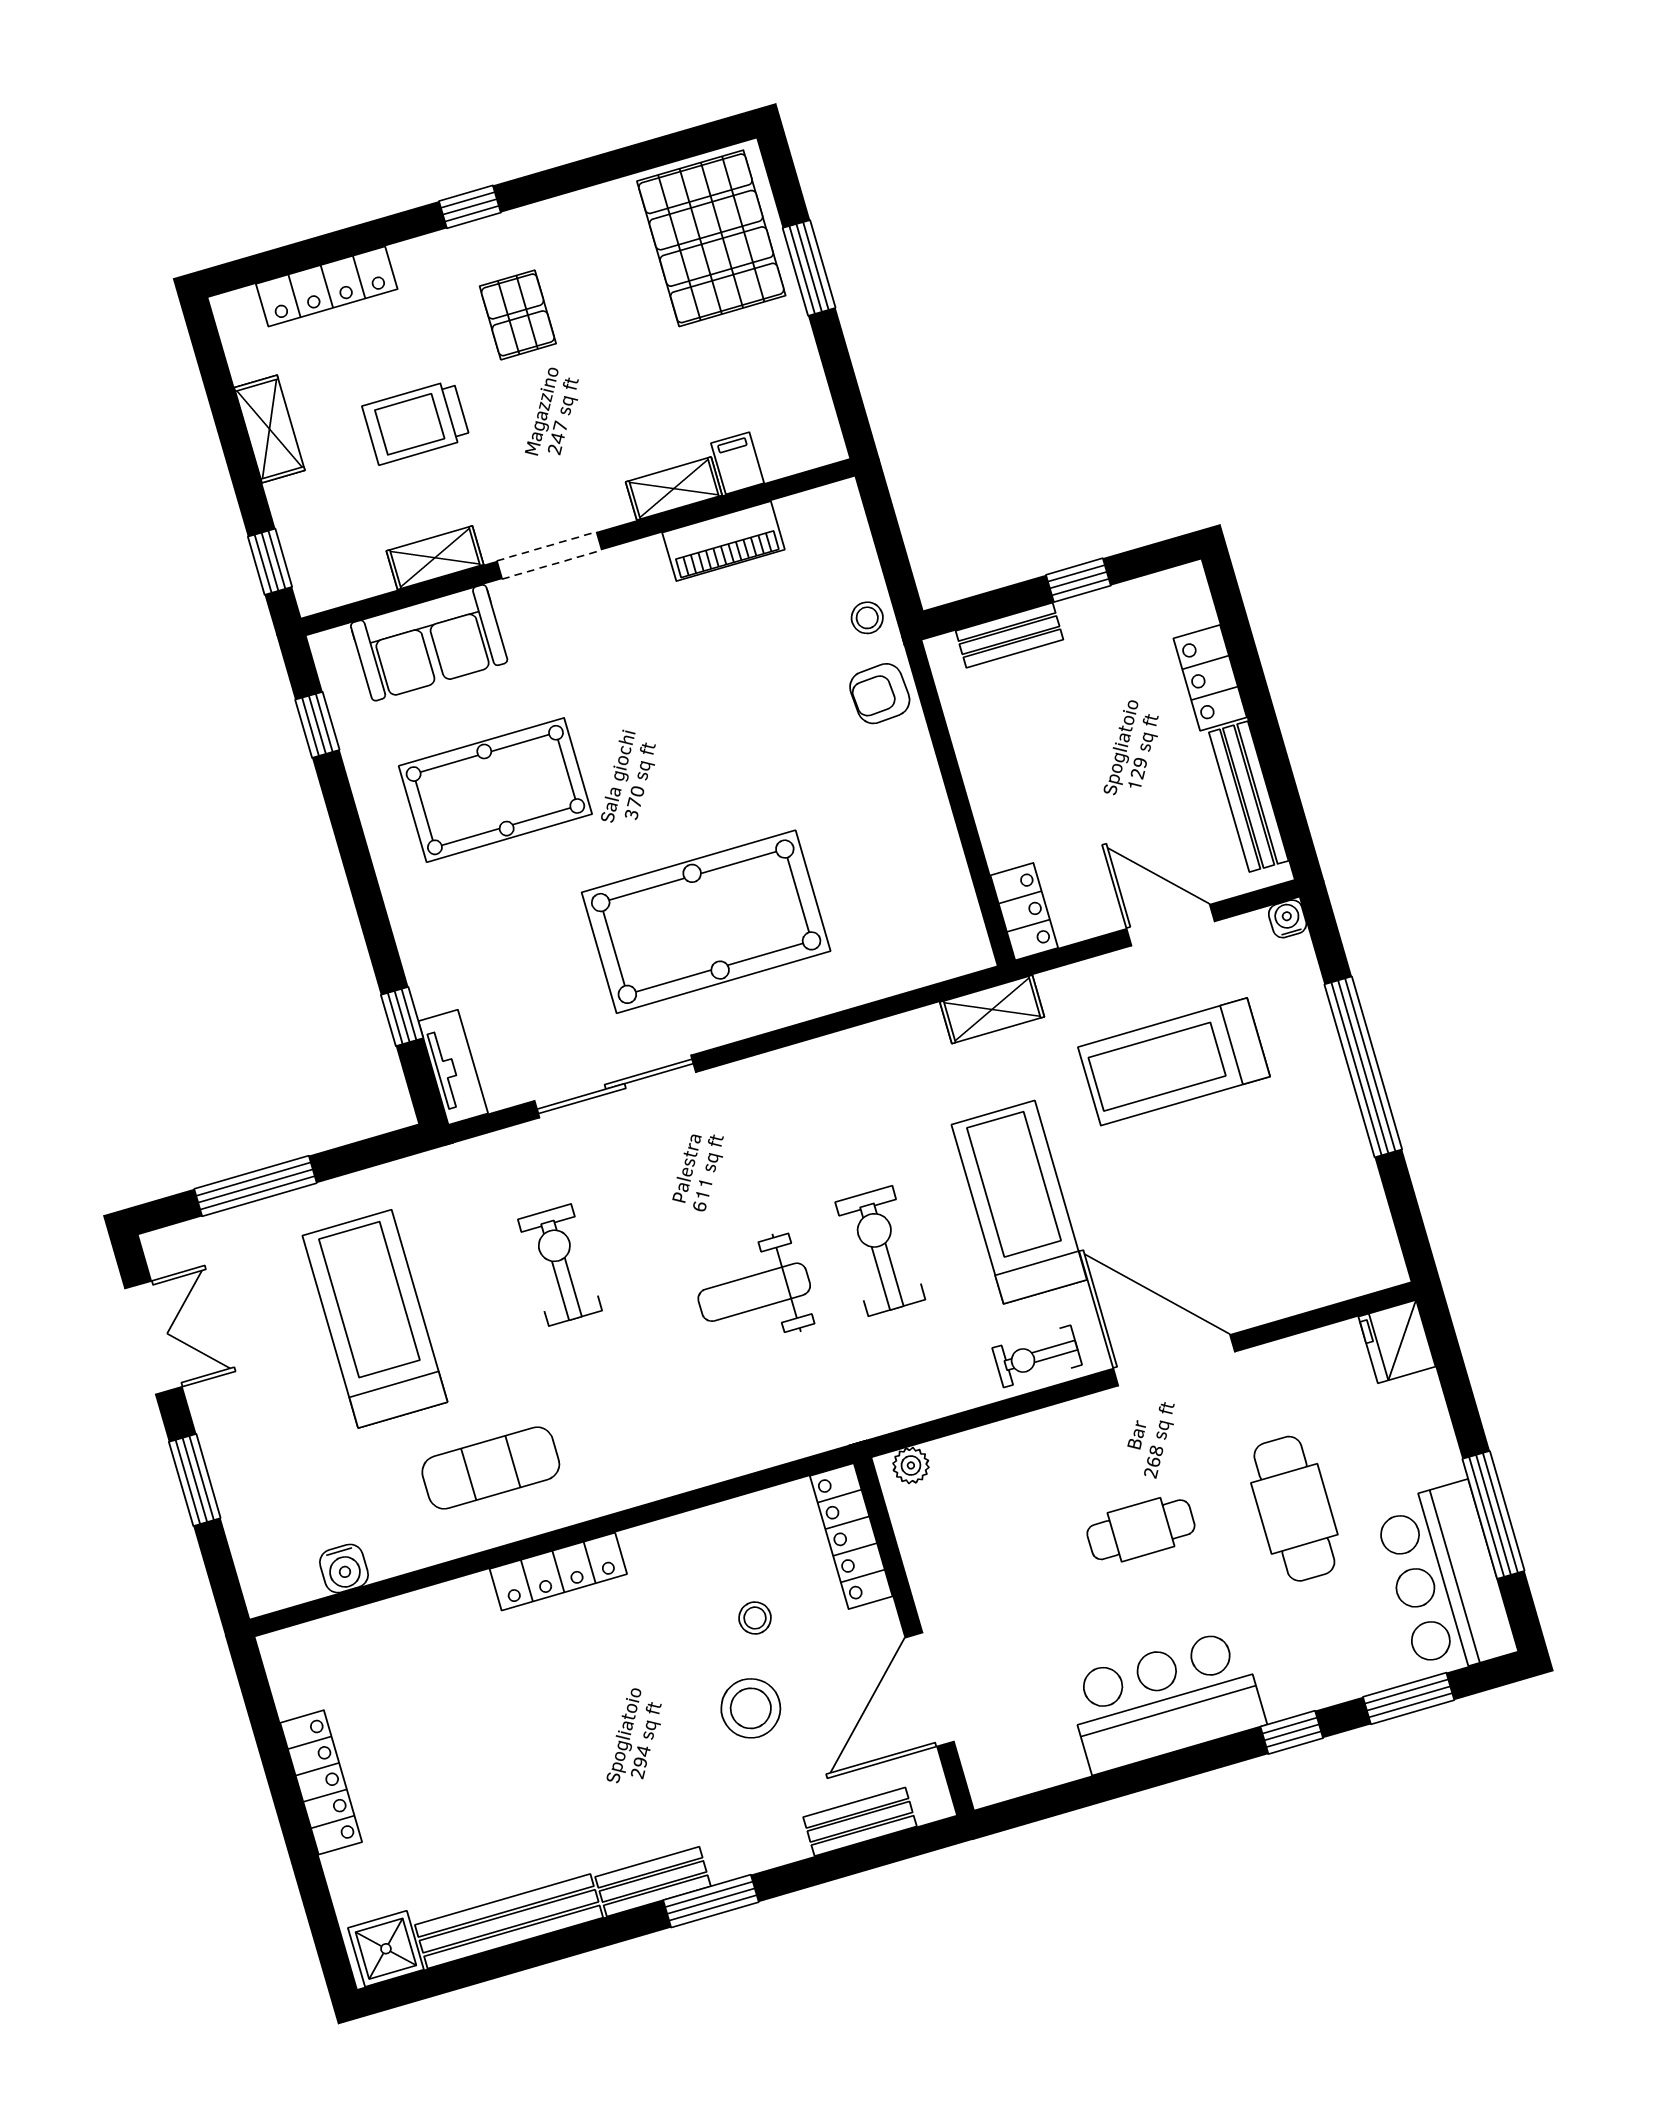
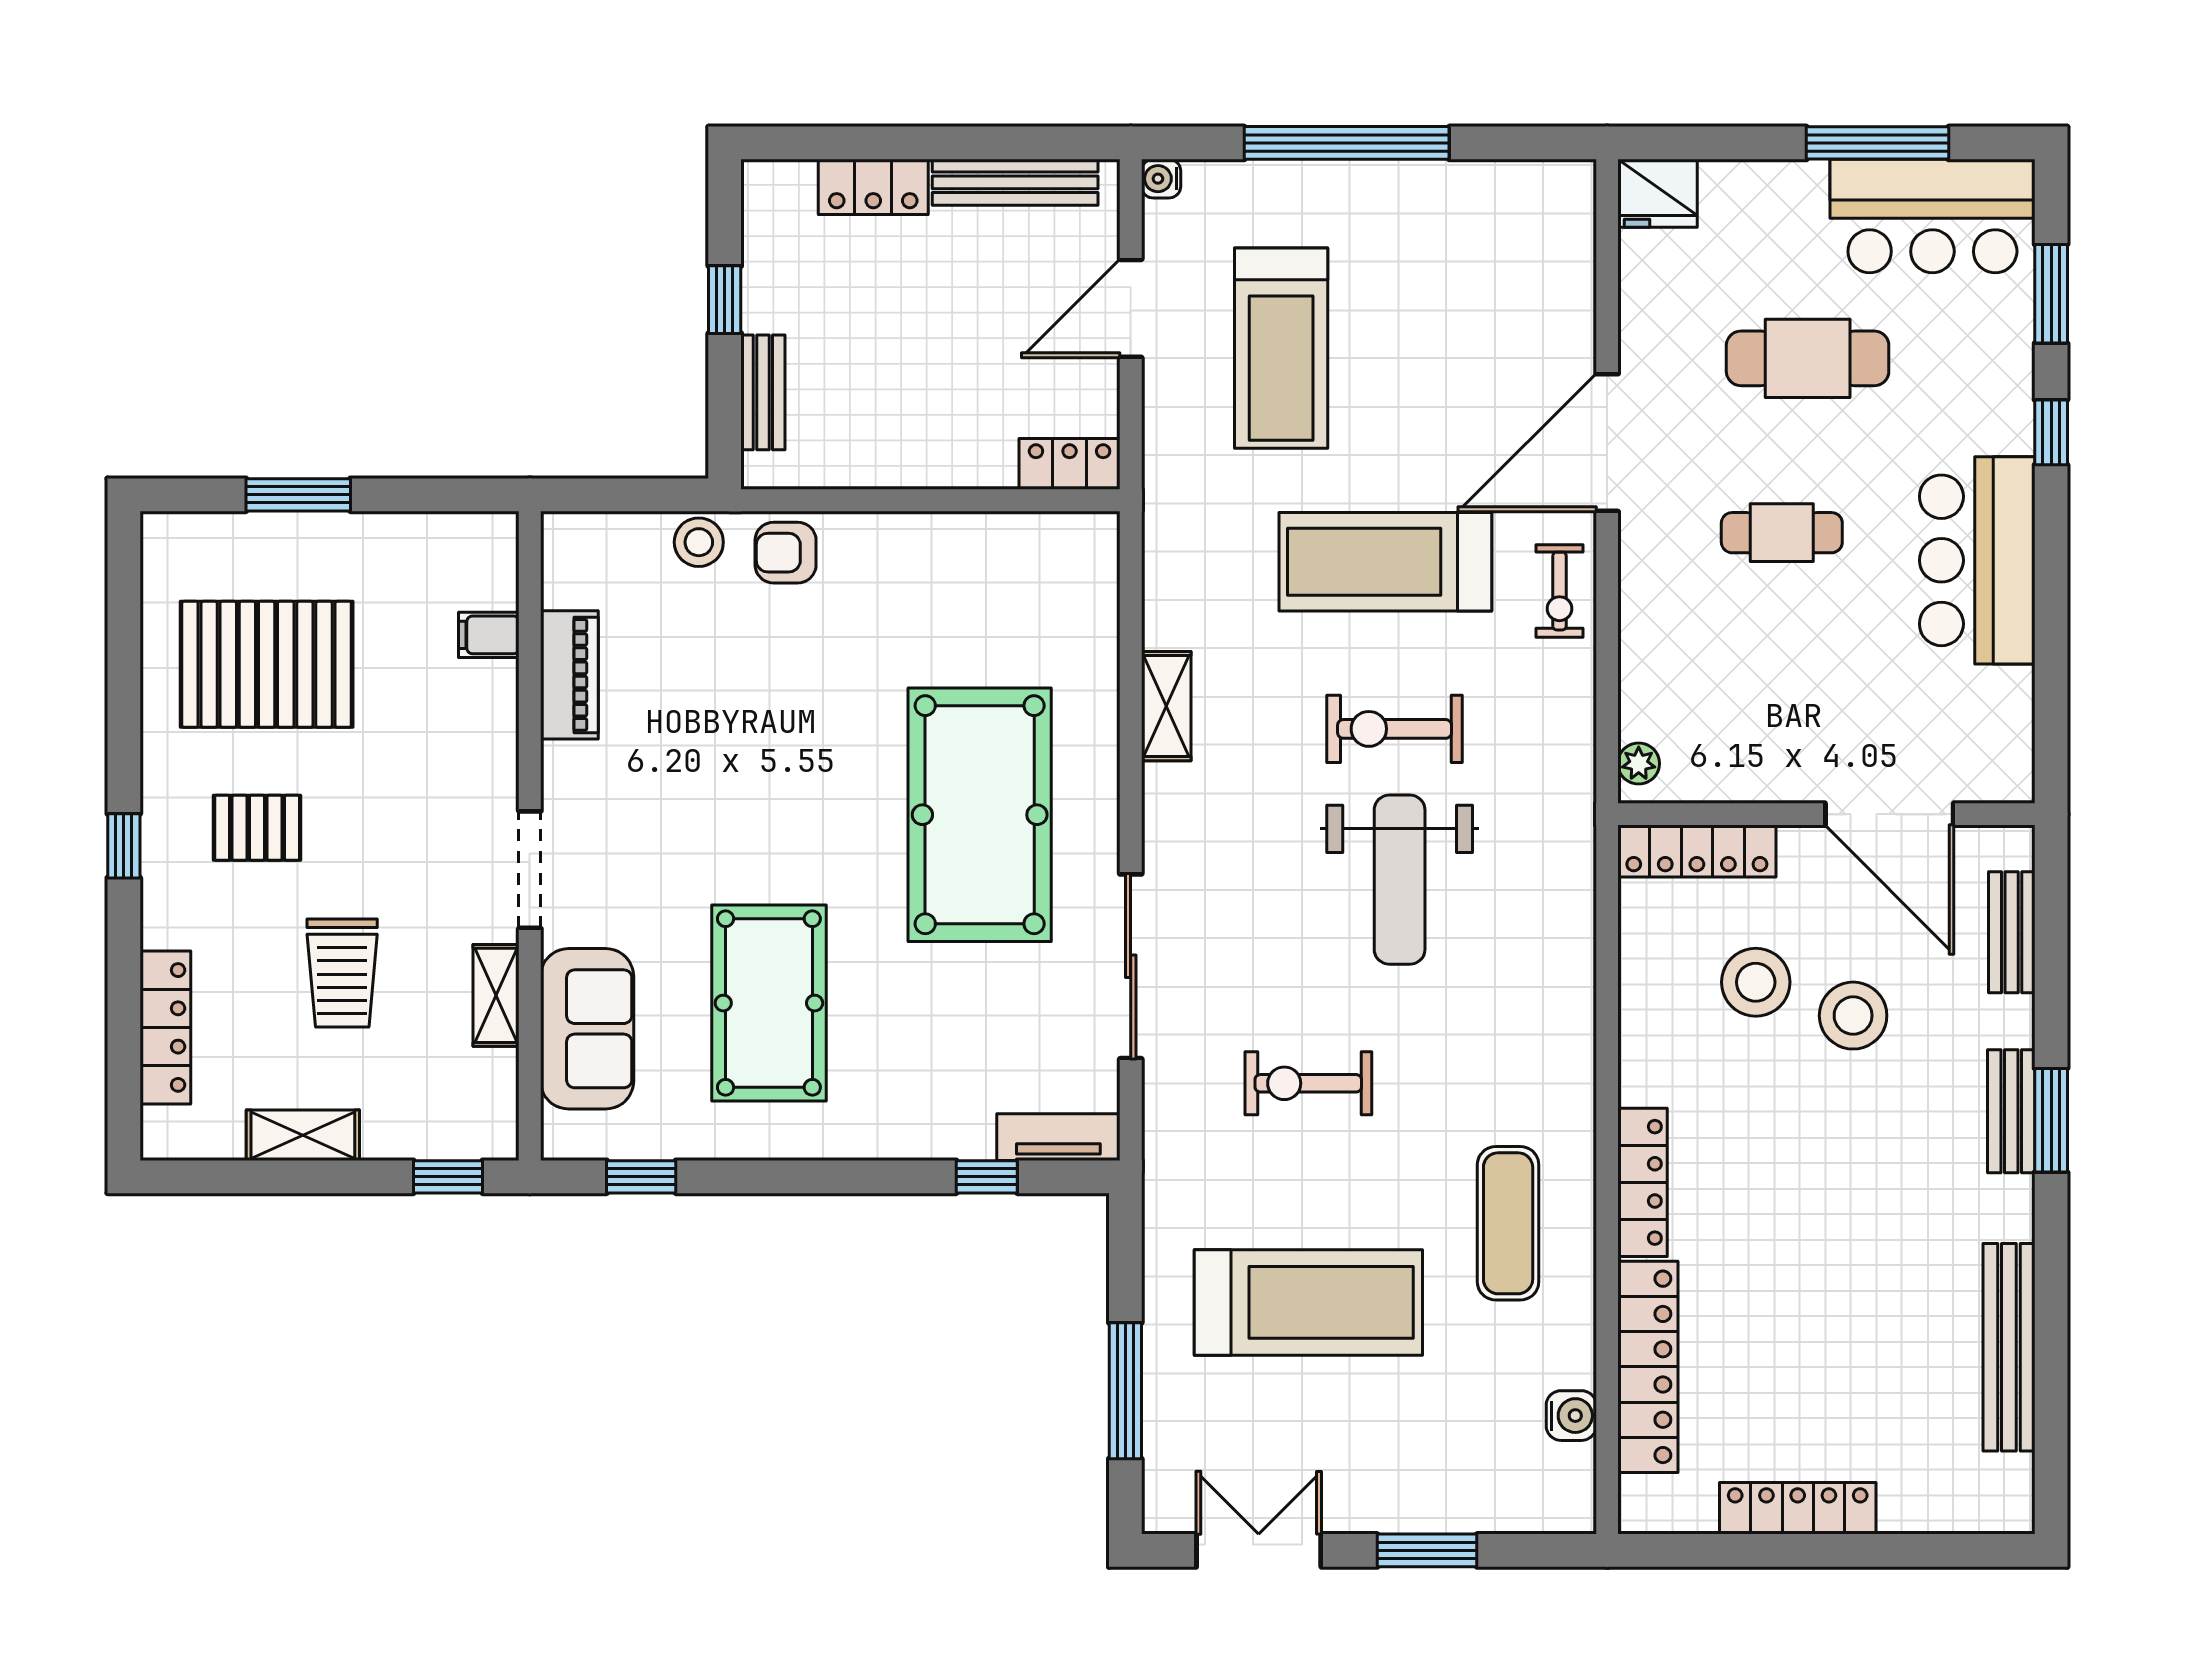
pallet: (711, 238) -> (267, 664), moved
shelving: (674, 489) -> (496, 712), removed
stool: (867, 618) -> (699, 542), width x1.37, depth x1.37
armchair: (880, 694) -> (786, 553), turned 94
shelving: (992, 1009) -> (1166, 706), moved
weight bench: (754, 1292) -> (1400, 880), width x1.36, depth x1.33
treadmill: (375, 1319) -> (1308, 1302), turned 180
cafe table: (1141, 1530) -> (1782, 533), turned 90
stool: (755, 1618) -> (1756, 982), width x1.89, depth x1.89
locker: (404, 1621) -> (1648, 1367), added
bench: (653, 1882) -> (2011, 1111), moved
shower: (386, 1949) -> (2000, 1490), removed

